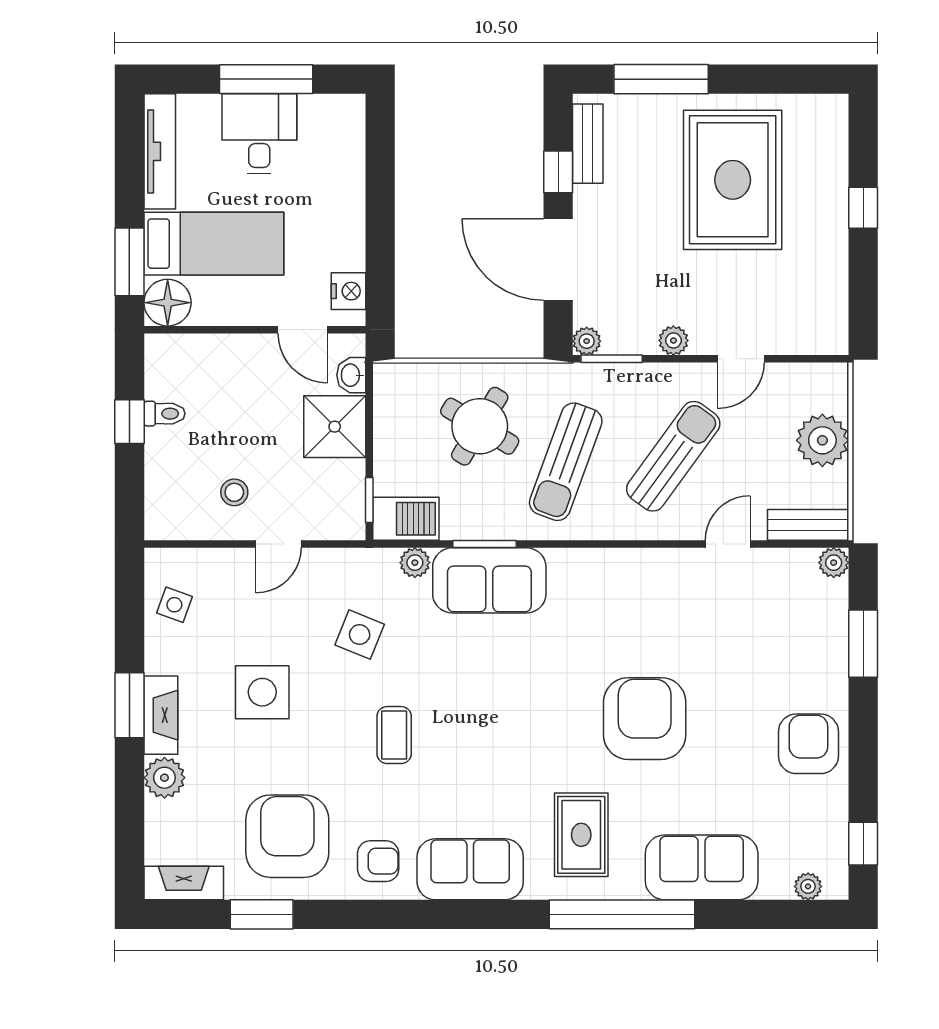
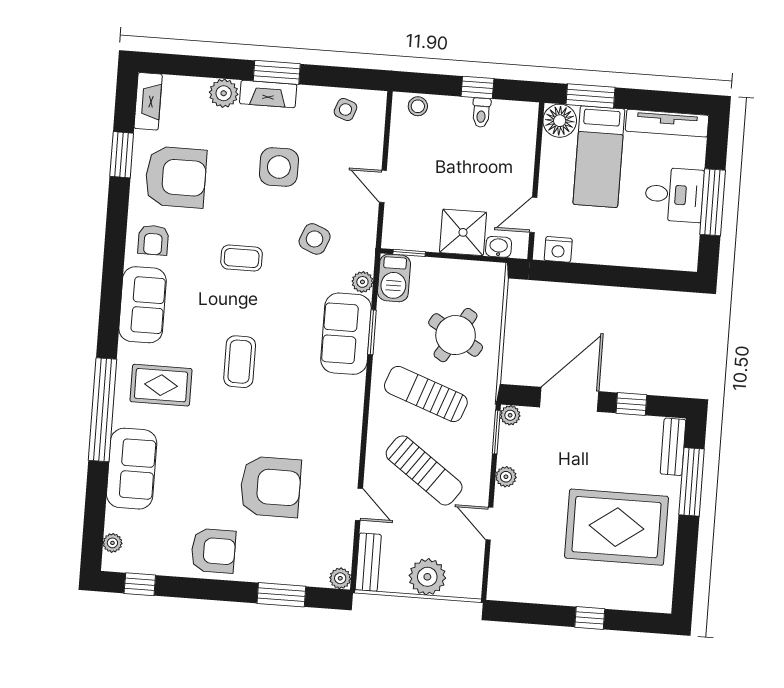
bench: (588, 144) -> (673, 447), moved, turned 90
stool: (234, 492) -> (418, 106), moved
armchair: (645, 719) -> (270, 487), moved
coffee table: (540, 727) -> (240, 362), added

